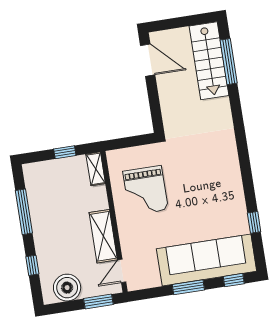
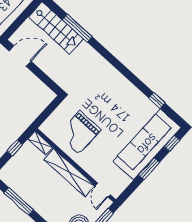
window: (229, 62) -> (77, 28), moved
grand piano: (145, 190) -> (79, 133), turned 90
shelving: (103, 236) -> (69, 173), width x1.47

